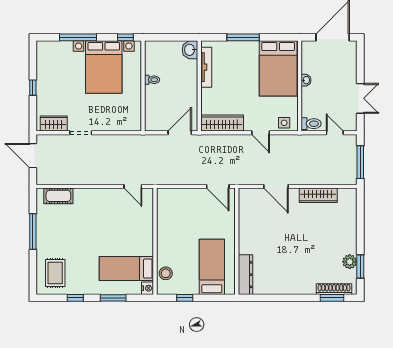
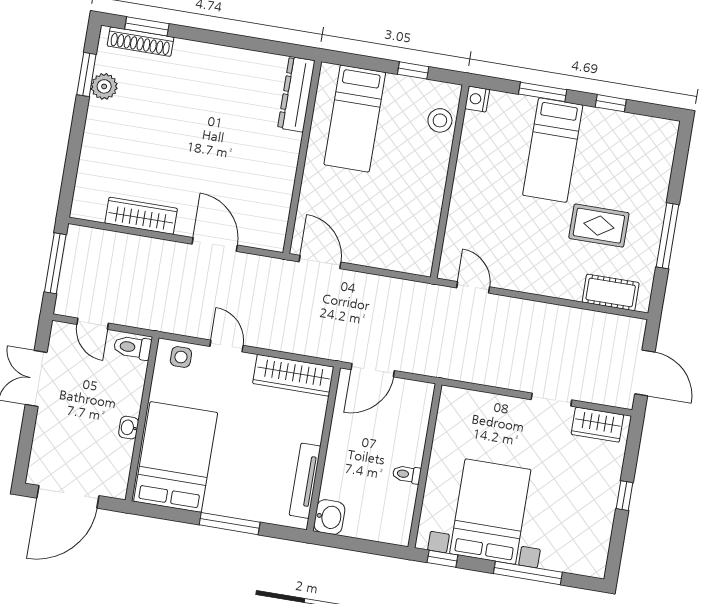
bed: (126, 269) -> (553, 150), moved, turned 90
rug: (55, 273) -> (599, 226), moved, turned 90

